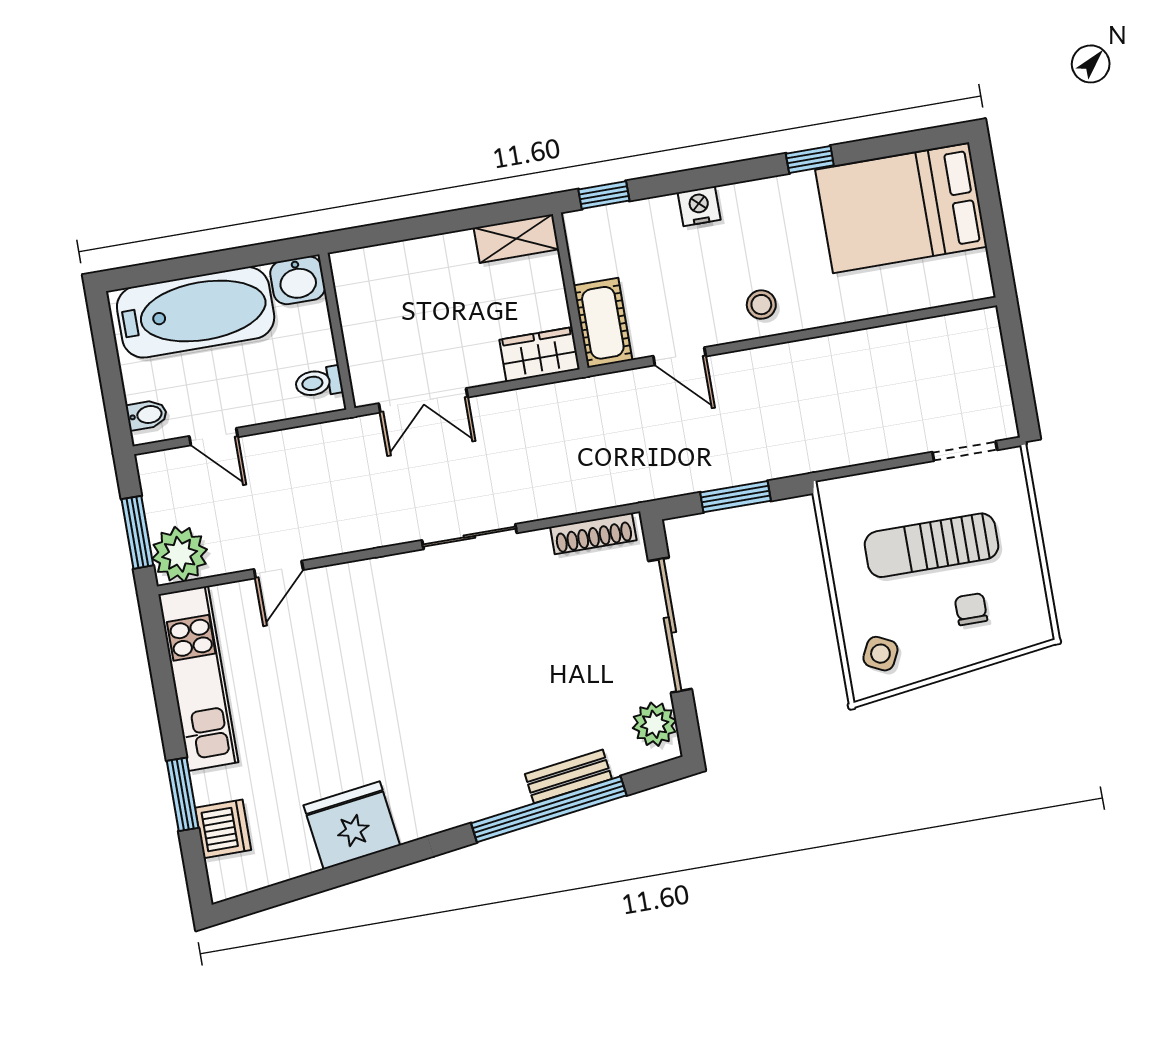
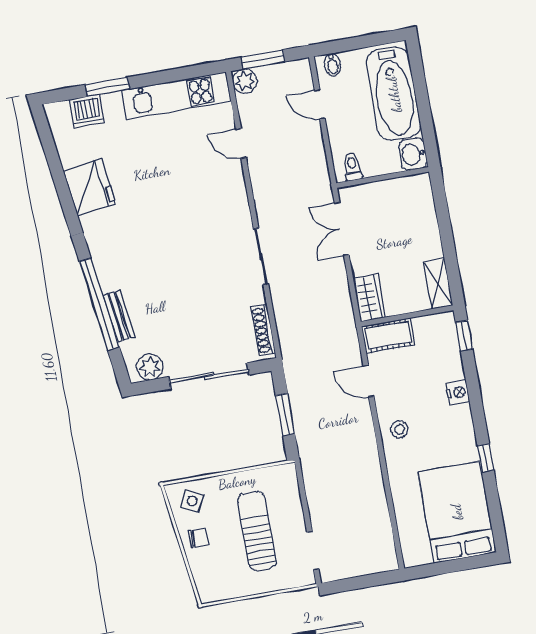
door: (680, 356) -> (369, 381), hinge flipped
door: (213, 437) -> (320, 104), hinge flipped
plant: (180, 554) -> (245, 81), width x0.73, depth x0.73
chair: (971, 609) -> (198, 538), moved

